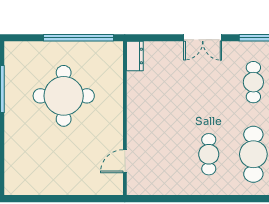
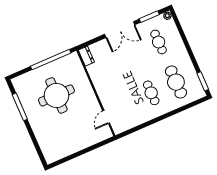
double door: (203, 38) -> (120, 30), width x1.37

